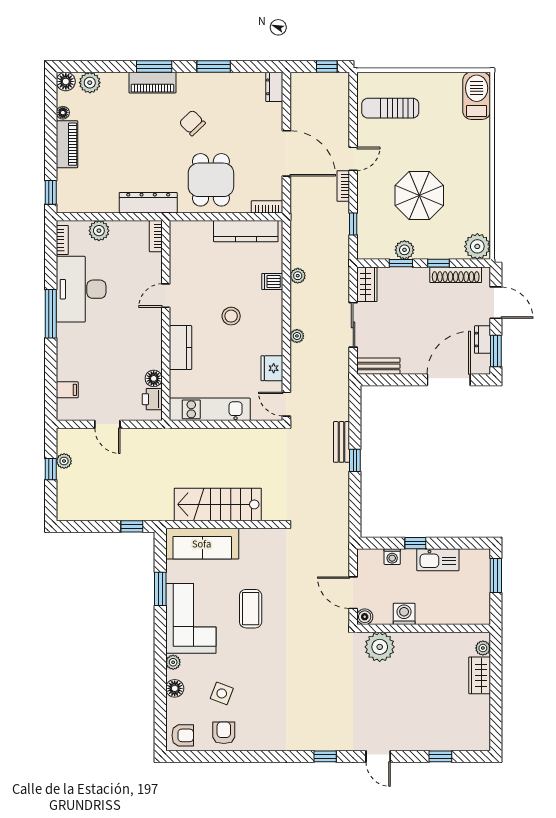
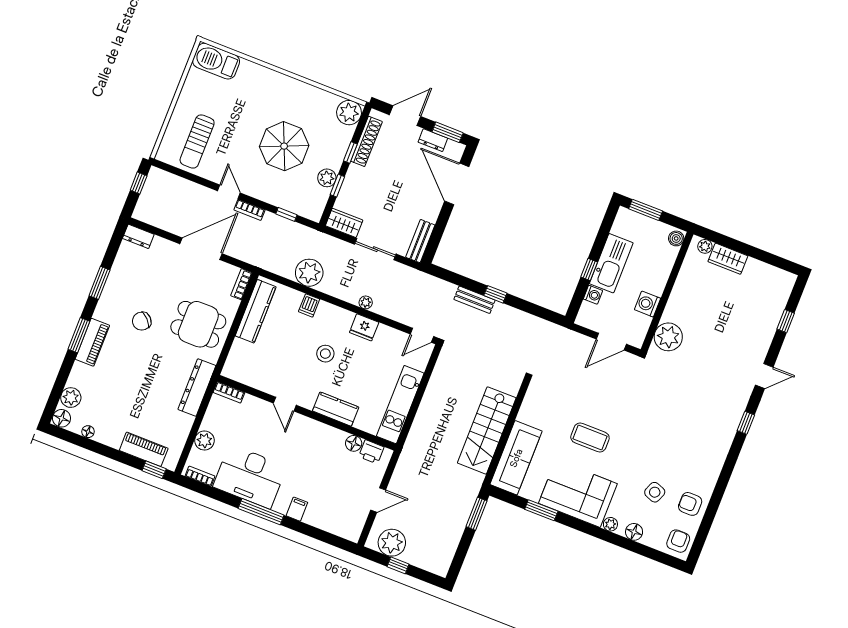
piano: (67, 144) -> (144, 449), moved
plant: (298, 276) -> (309, 273), width x1.87, depth x1.87
fridge: (272, 368) -> (364, 327), moved
filing cabinet: (67, 390) -> (297, 509), moved
plant: (64, 461) -> (392, 543), width x1.87, depth x1.87
window: (132, 526) -> (476, 514), width x1.50
kitchen sink: (438, 560) -> (611, 263), width x1.36, depth x1.24
boiler: (365, 617) -> (676, 238), moved

